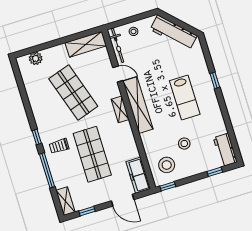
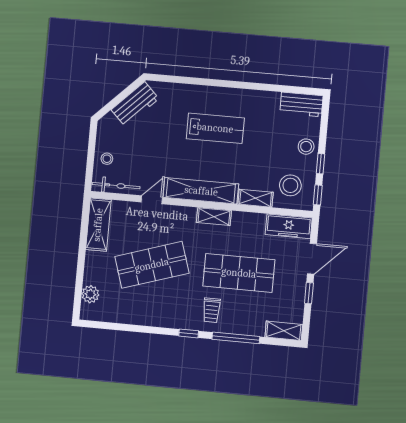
workbench: (174, 33) -> (135, 104), width x0.73
window: (215, 80) -> (209, 82), removed
shelving: (120, 109) -> (214, 217), moved
stool: (184, 144) -> (306, 147), moved
shelving: (148, 145) -> (256, 198), added
window: (215, 172) -> (321, 164), moved
window: (87, 211) -> (309, 293), moved

